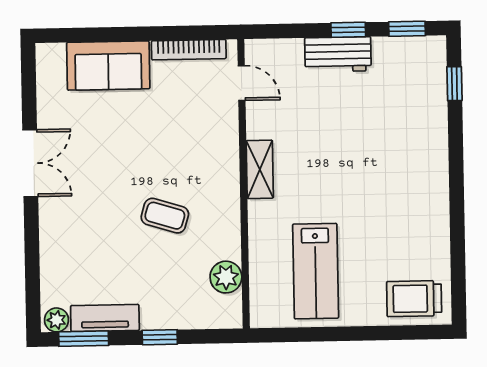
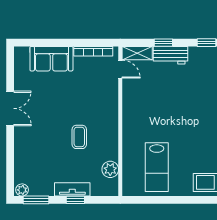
window: (348, 30) -> (163, 43), moved
shelving: (260, 169) -> (137, 53), moved, turned 90
coffee table: (165, 216) -> (79, 137), turned 73
tv unit: (105, 318) -> (72, 189), moved

